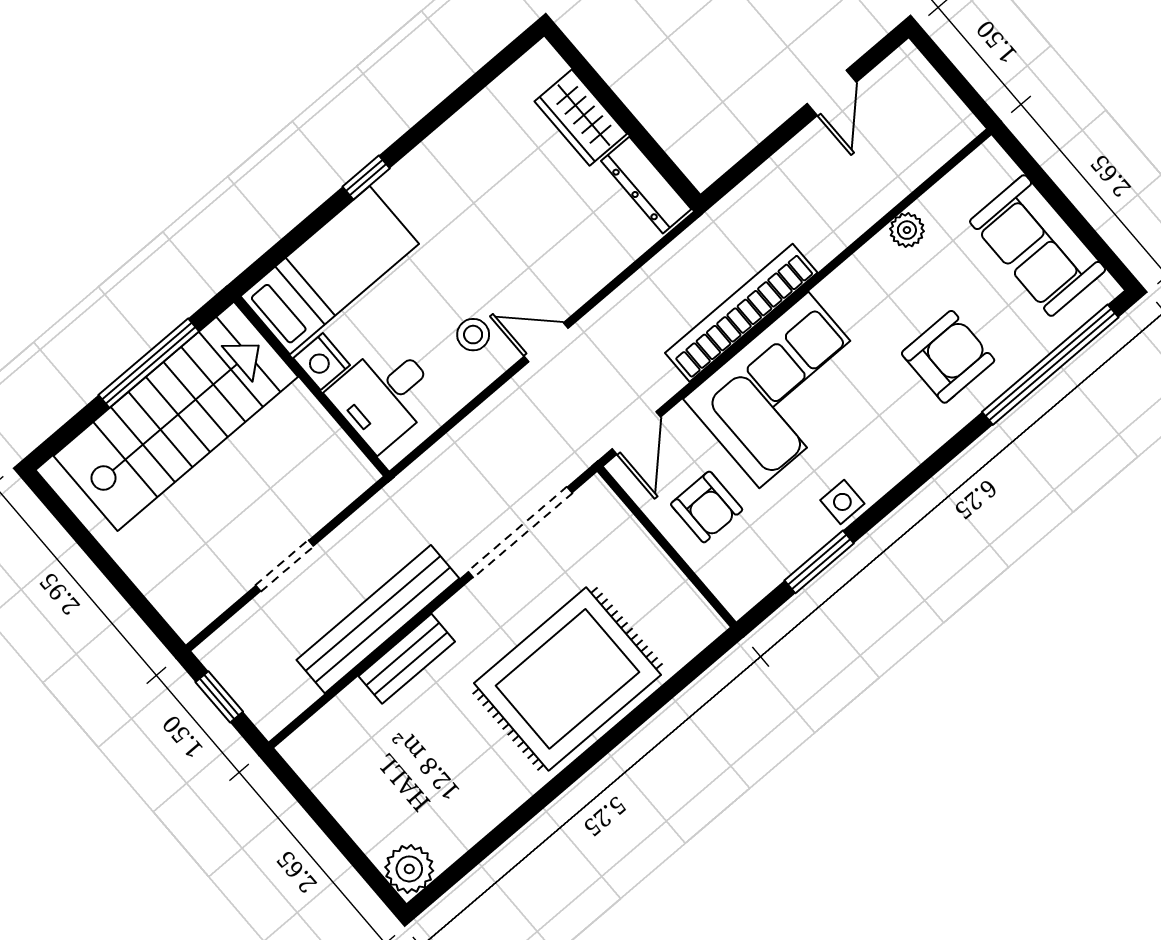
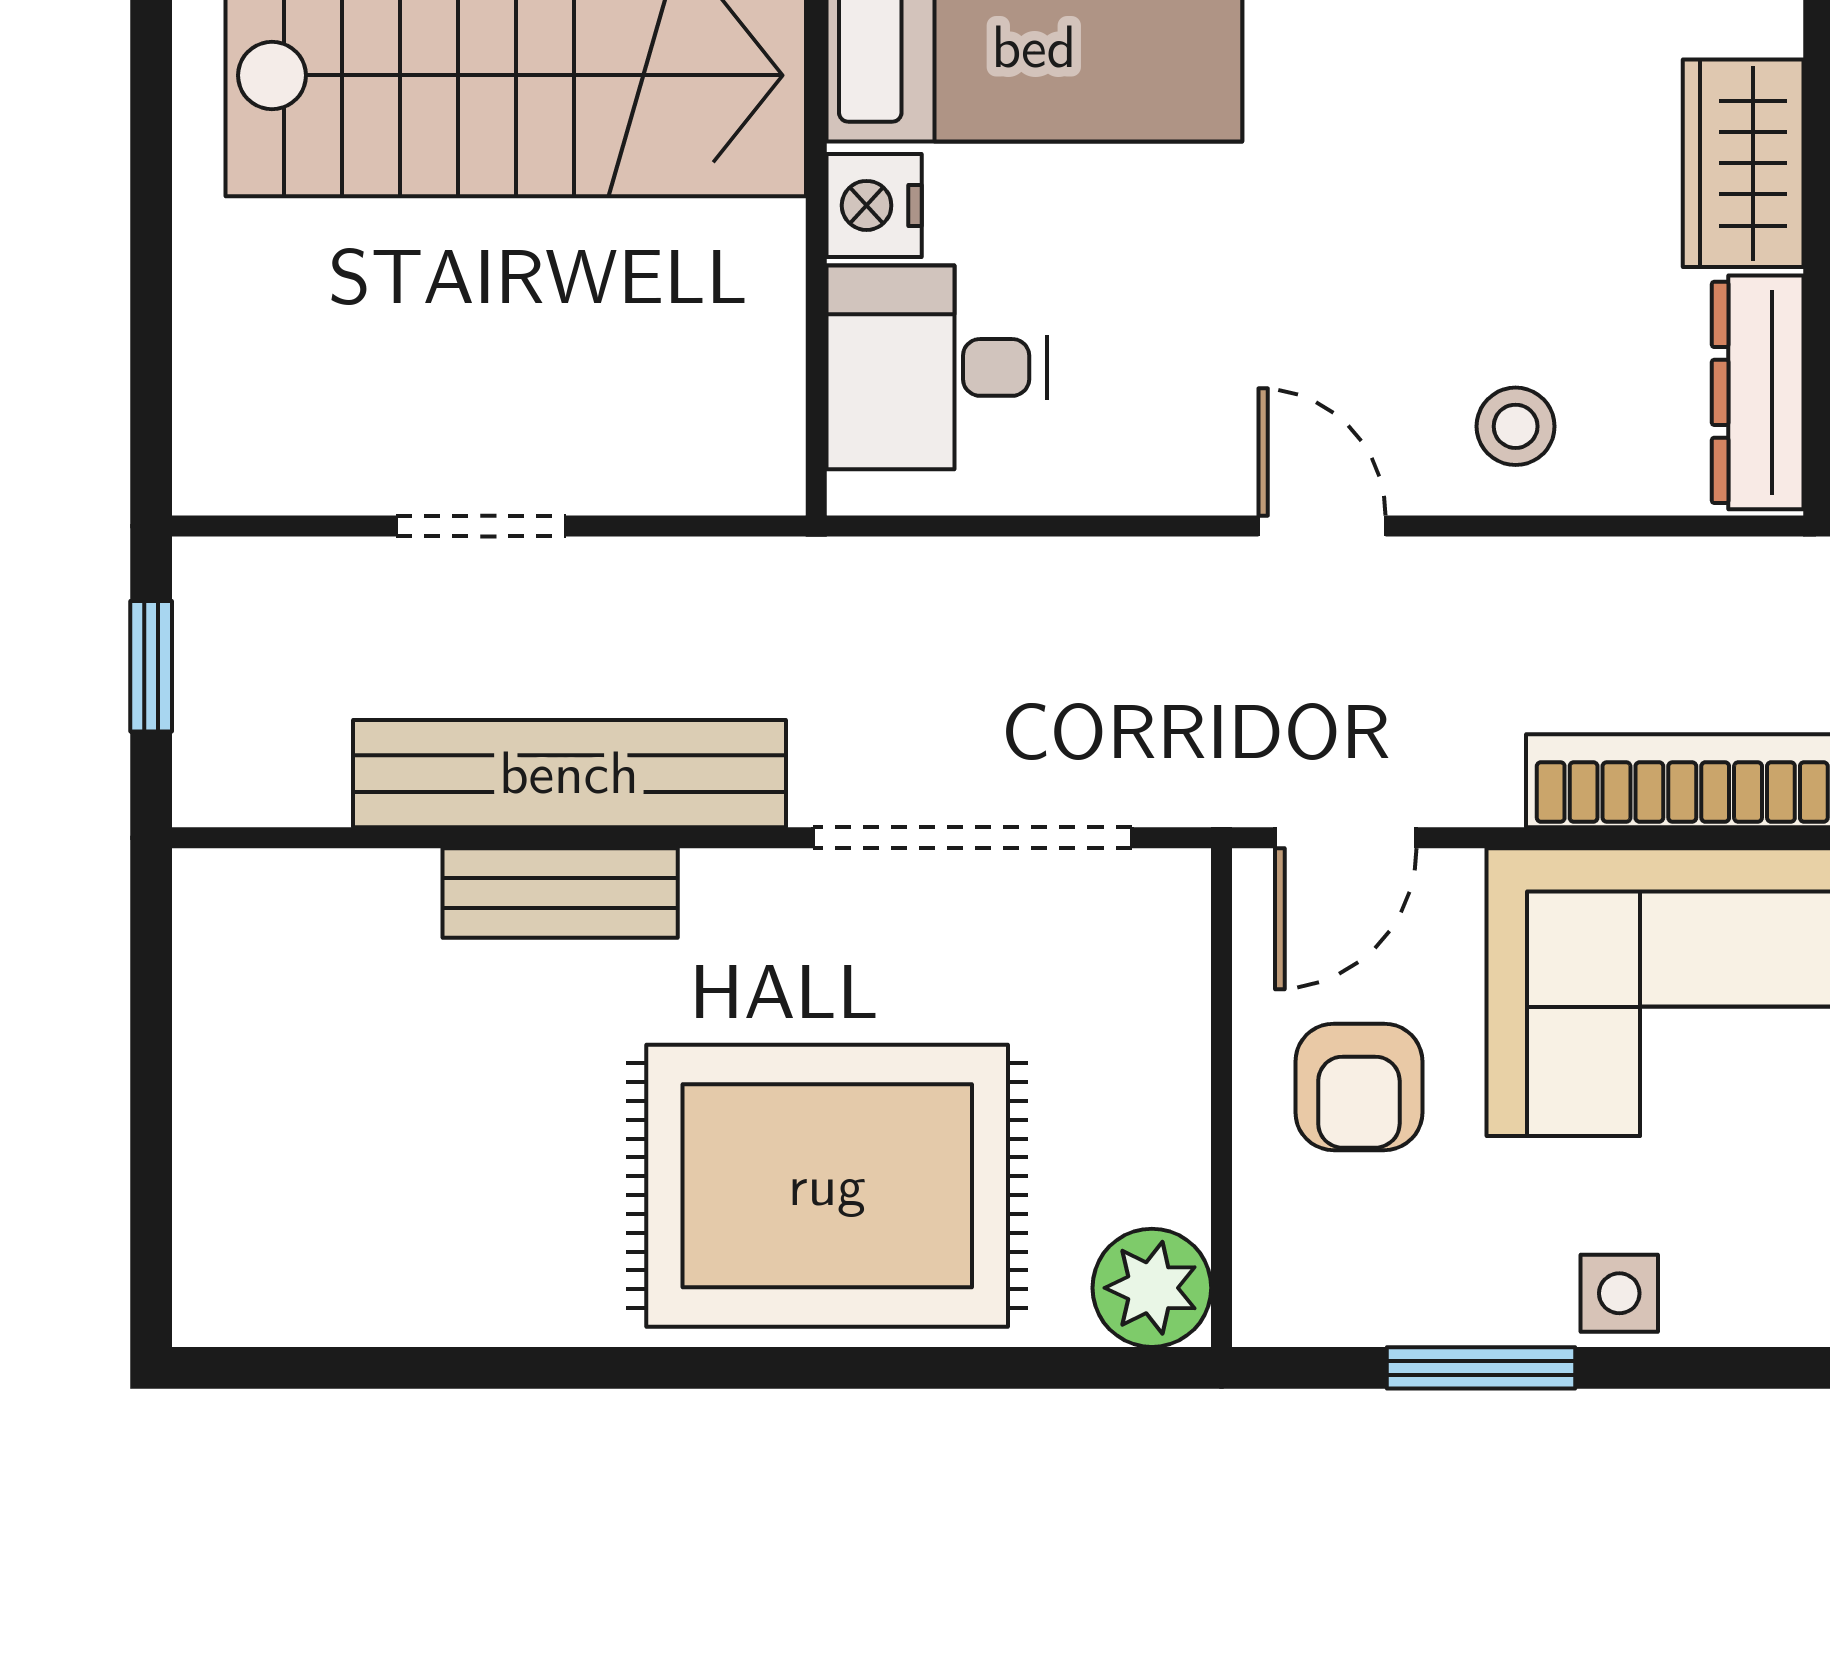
stool: (473, 335) -> (1516, 426), moved
plant: (409, 869) -> (1152, 1288), moved

